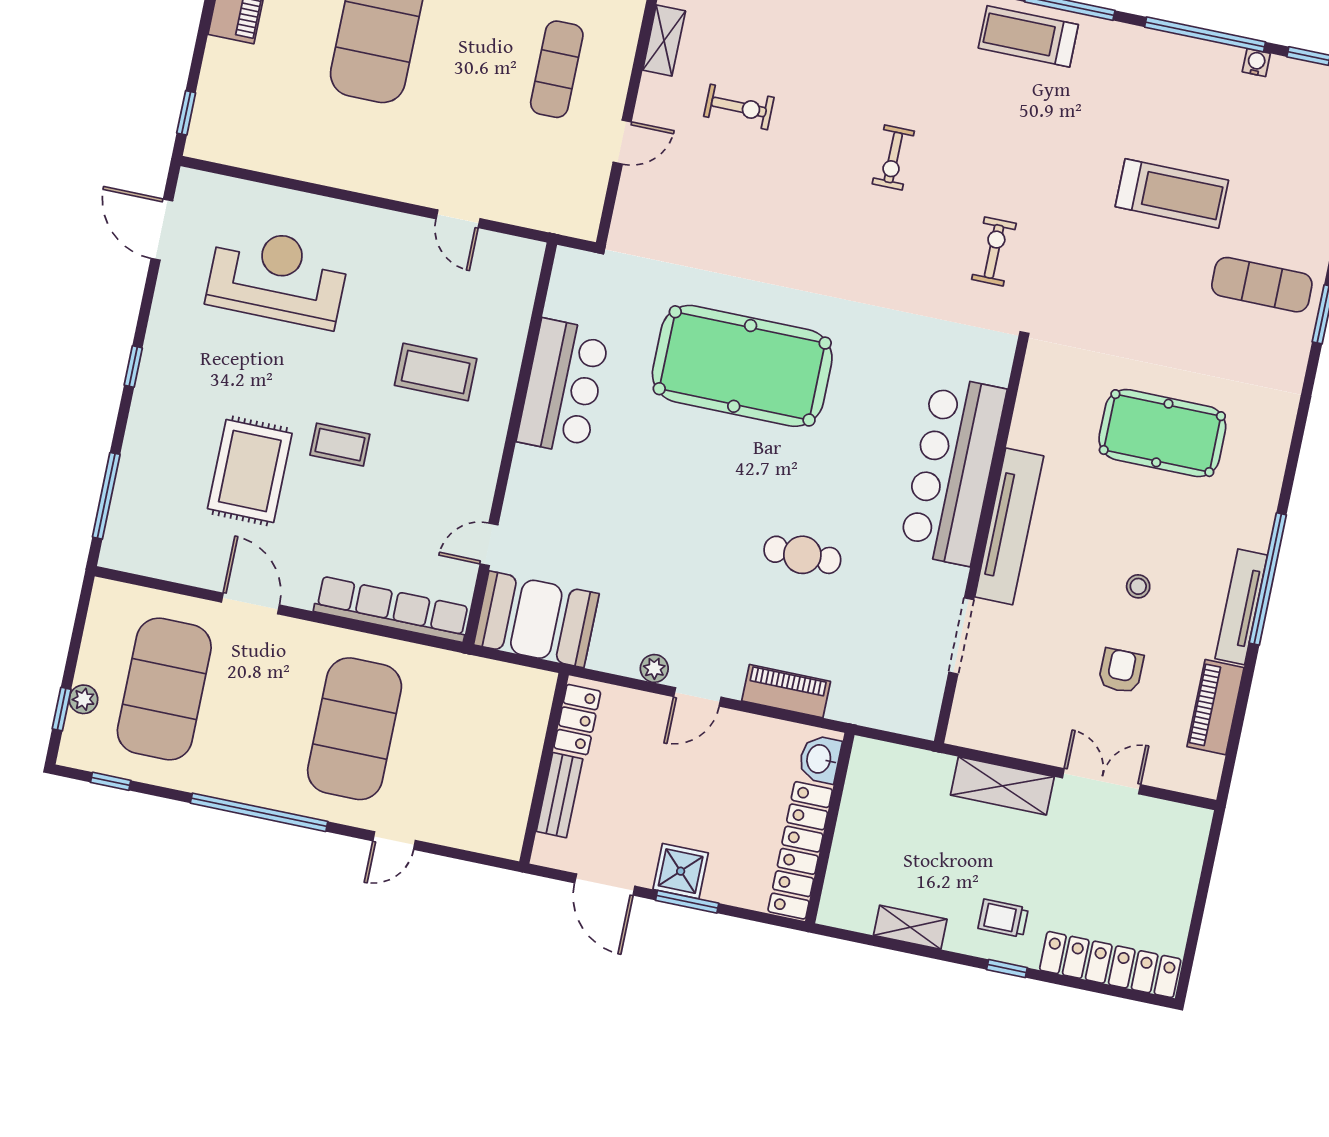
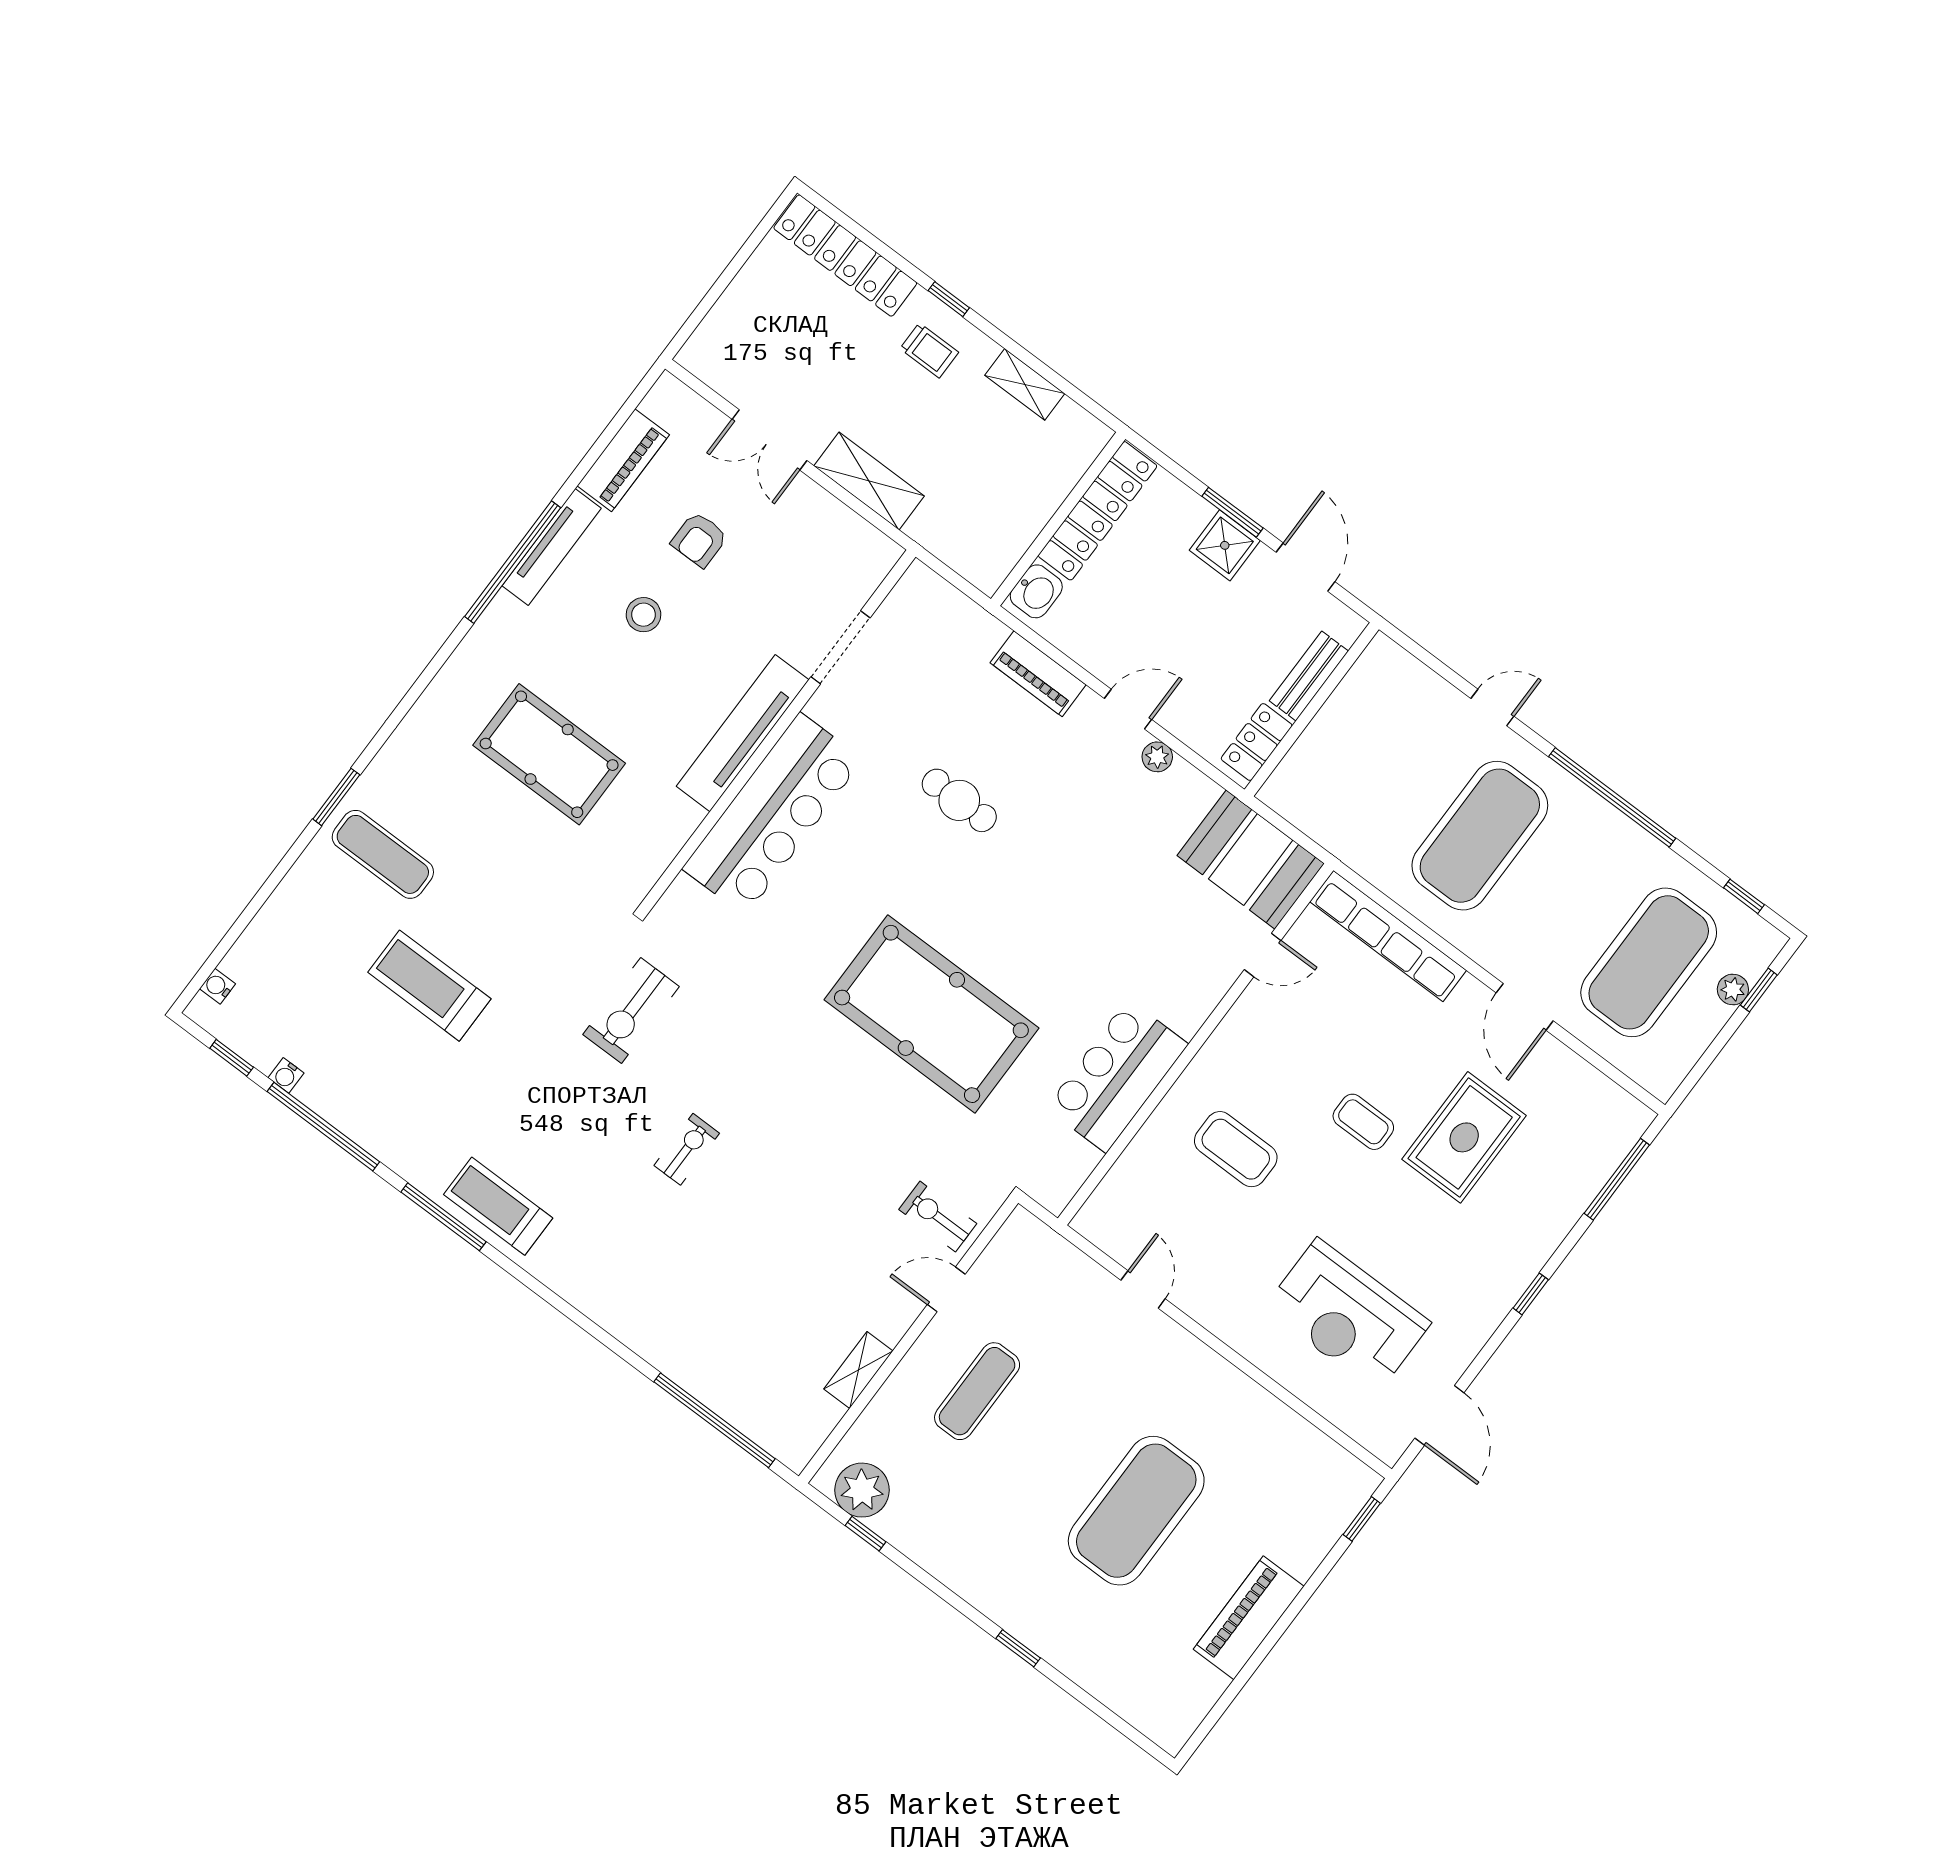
treadmill: (1028, 36) -> (498, 1206), turned 180
exercise bike: (739, 107) -> (938, 1217), moved
exercise bike: (994, 251) -> (631, 1011), width x1.38, depth x1.39
stool: (1138, 586) -> (643, 615), width x1.37, depth x1.37

